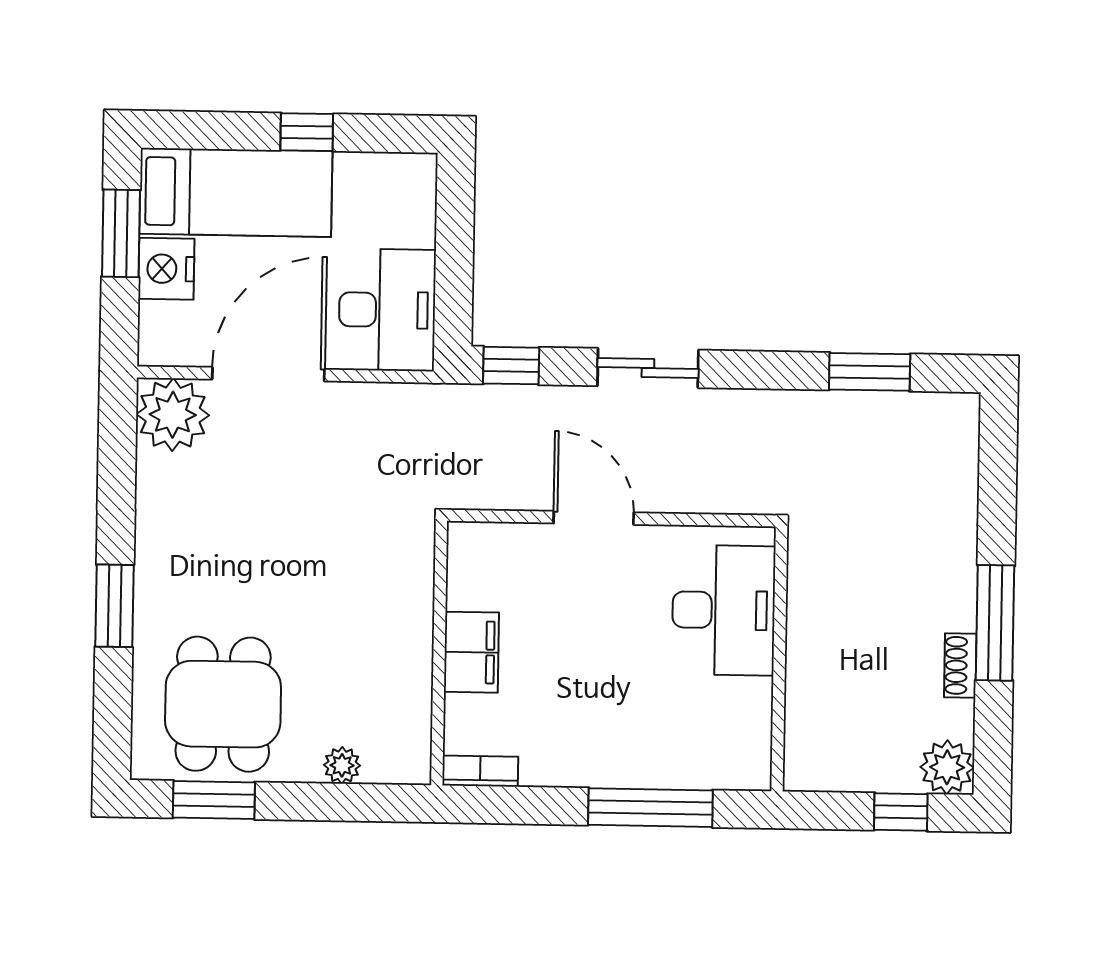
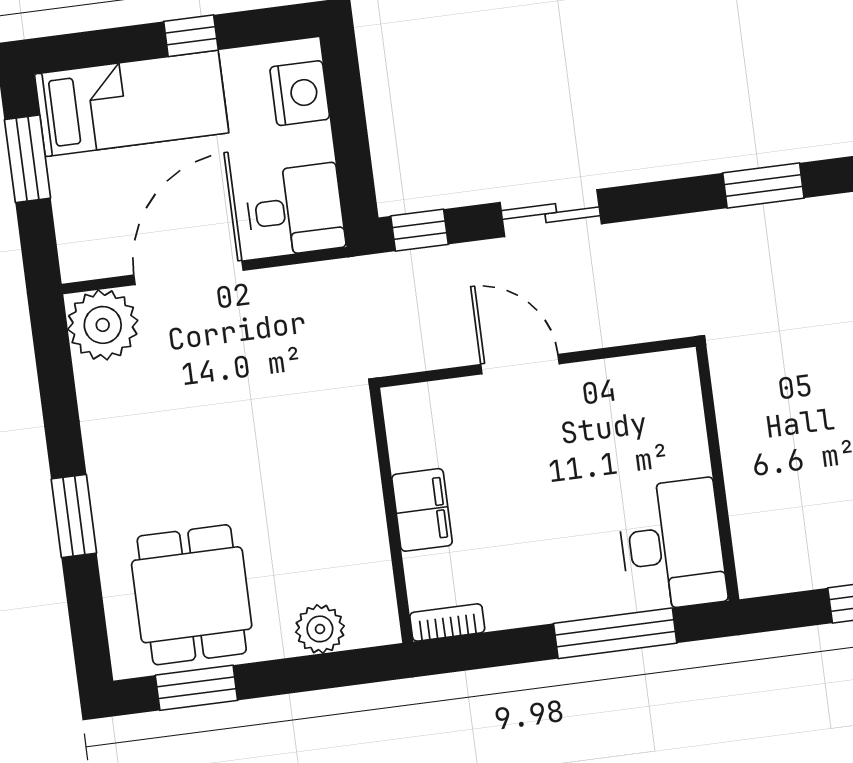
nightstand: (166, 269) -> (300, 93), moved, turned 180
desk: (387, 310) -> (295, 210), width x0.73
desk: (724, 610) -> (672, 545), moved
plant: (342, 765) -> (320, 629), width x1.38, depth x1.38

